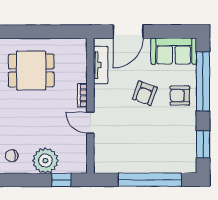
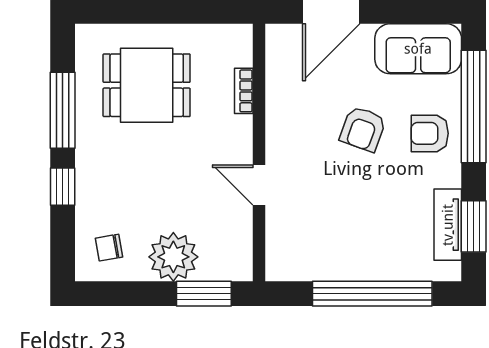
tv unit: (101, 65) -> (448, 225), moved, turned 180
bookcase: (82, 95) -> (244, 91), moved
window: (61, 180) -> (204, 294), width x1.50

